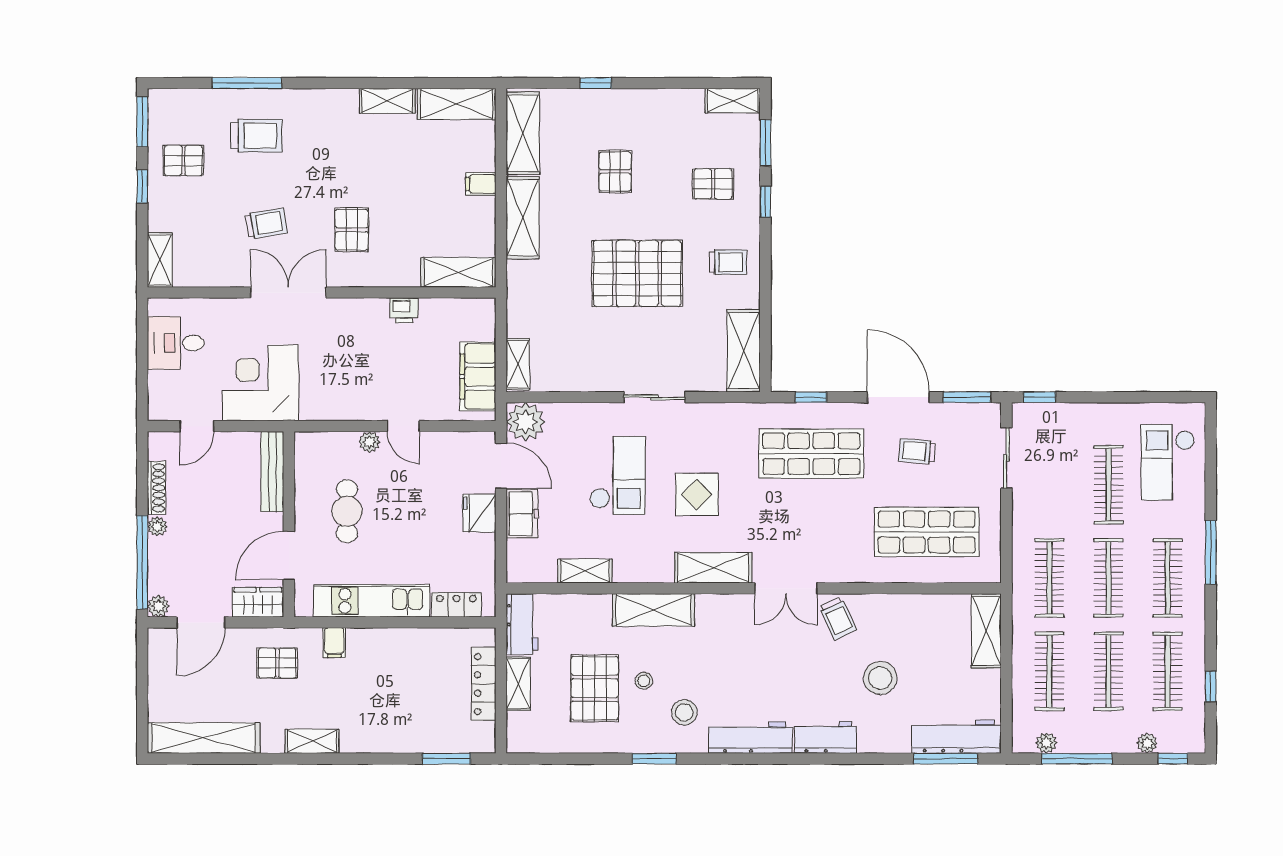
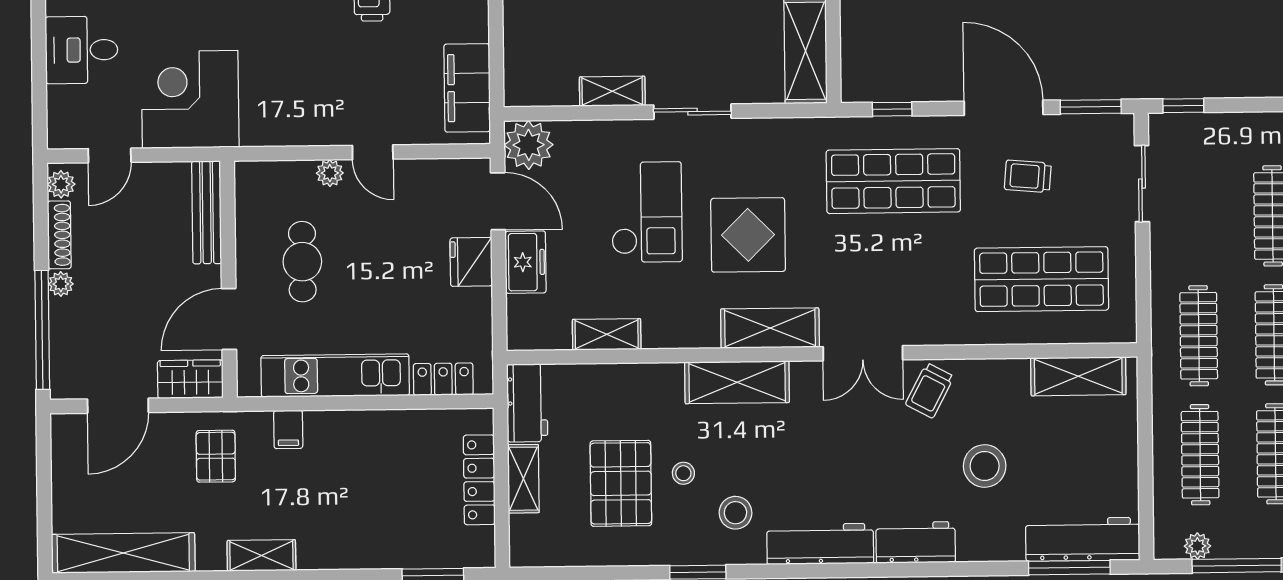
shelving: (518, 364) -> (612, 91), moved, turned 90
display table: (697, 494) -> (748, 235), width x1.36, depth x1.36
plant: (158, 606) -> (61, 184), moved
shelving: (653, 610) -> (737, 382), moved
trolley: (838, 618) -> (930, 390), turned 53
shelving: (986, 631) -> (1078, 376), moved, turned 90
pallet: (277, 663) -> (216, 456), turned 90

